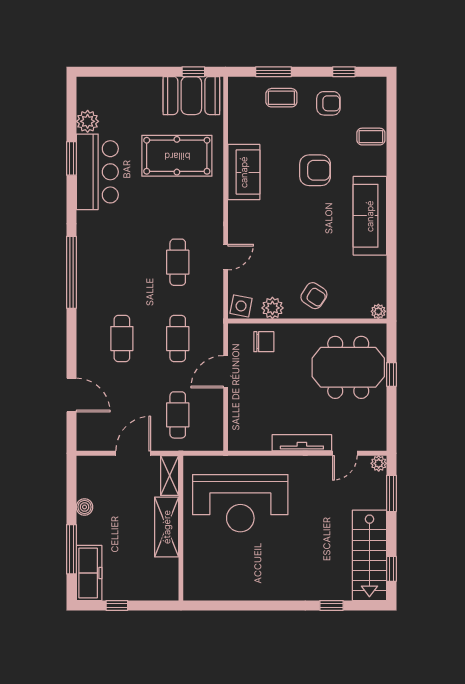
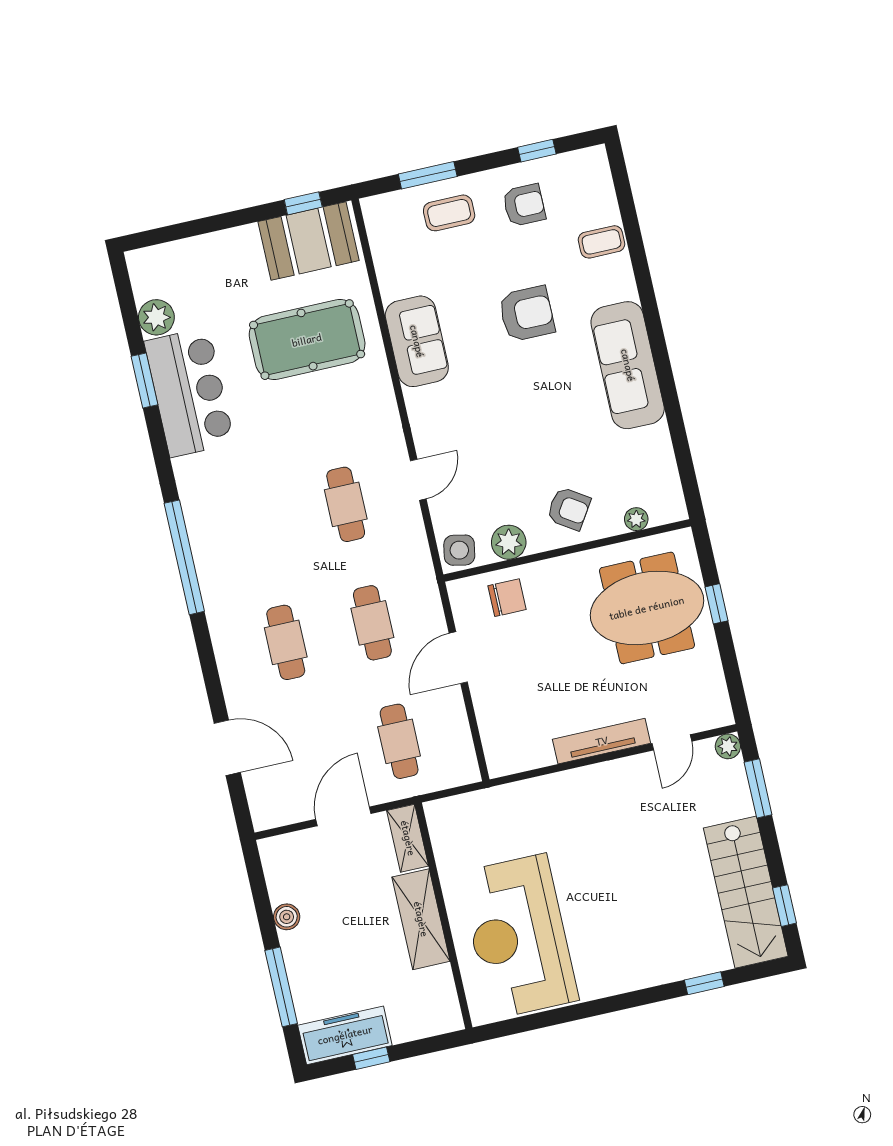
plant: (378, 311) -> (636, 519), moved
reception desk: (240, 503) -> (519, 936), moved, turned 90
freezer: (89, 573) -> (345, 1035), moved, turned -90

